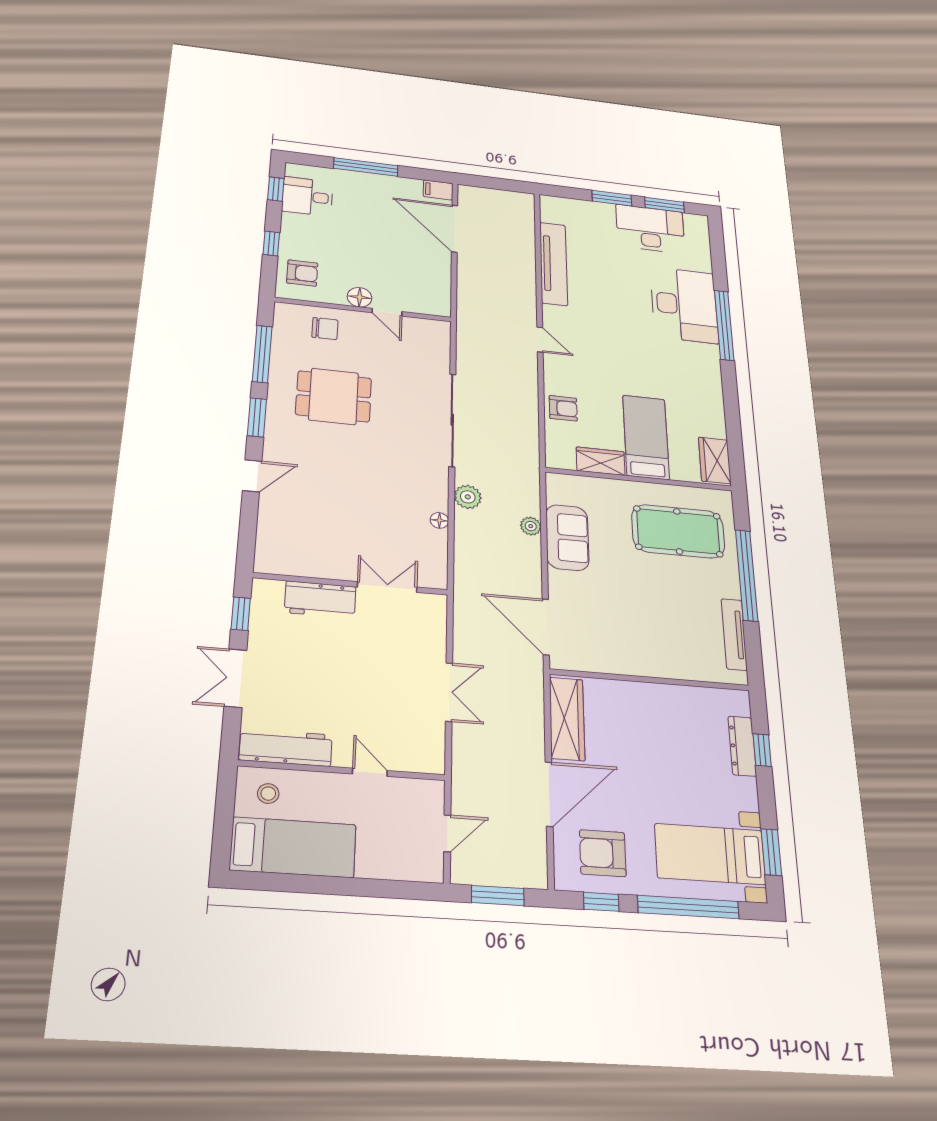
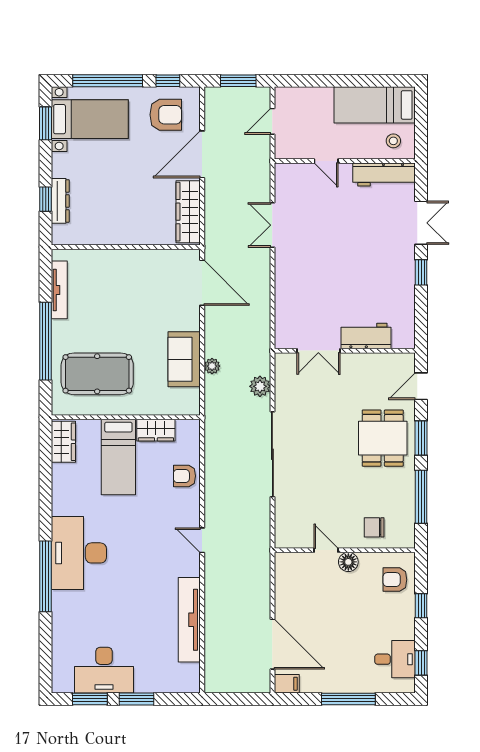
desk: (684, 305) -> (79, 553), moved
dining table: (334, 396) -> (383, 438), moved, turned 90
floor lamp: (439, 520) -> (281, 363), removed
wall: (351, 584) -> (345, 351), moved
double door: (387, 587) -> (318, 351), moved
workbench: (320, 600) -> (366, 336), moved

